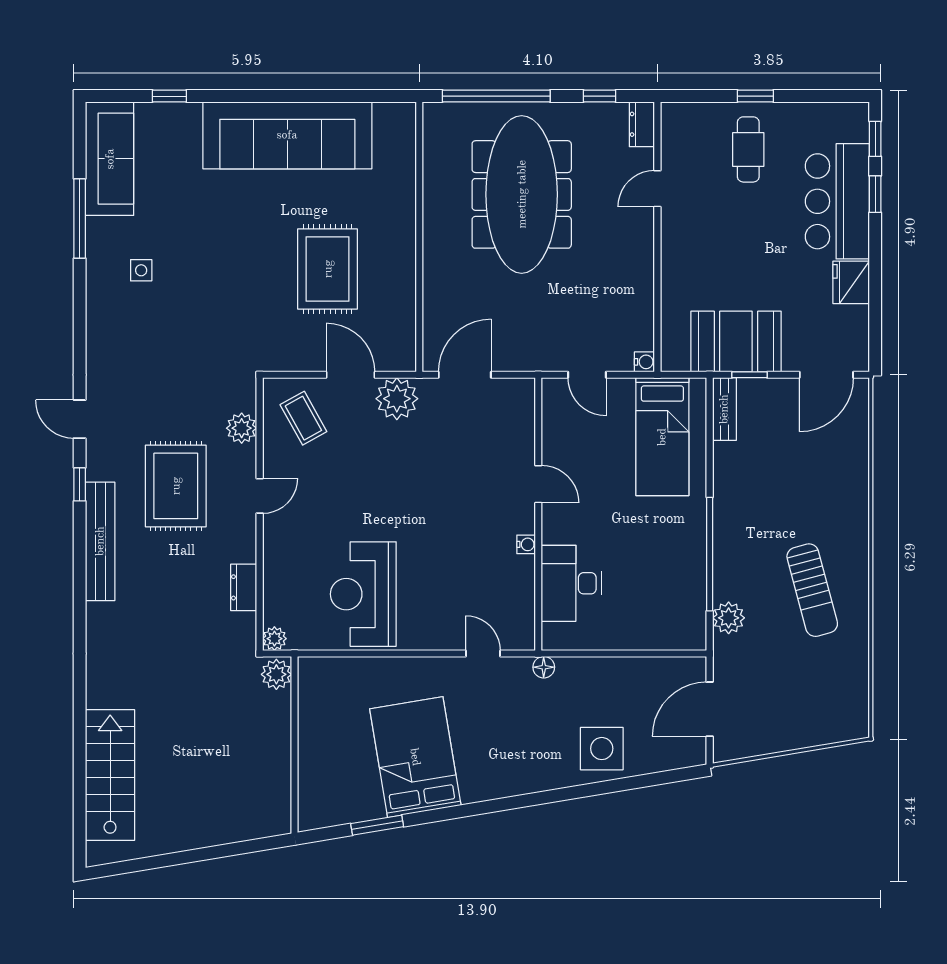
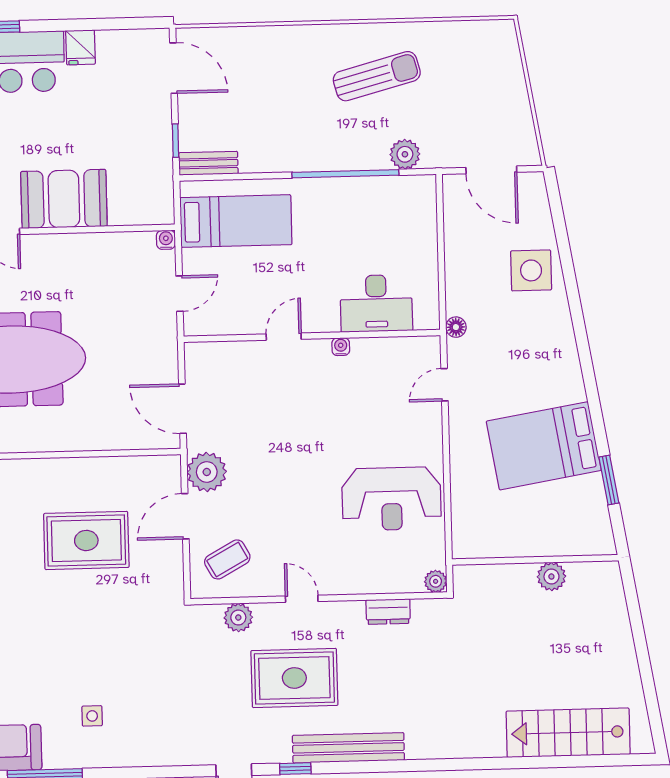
fridge: (851, 282) -> (81, 47), width x0.72
booth: (736, 342) -> (64, 199), moved, turned 90
plant: (276, 674) -> (551, 576), moved

